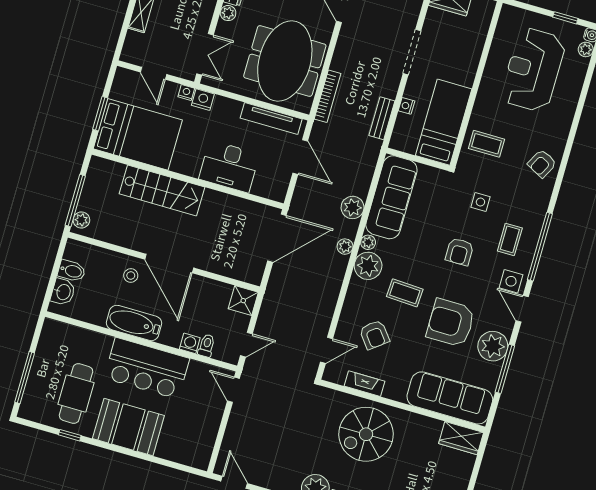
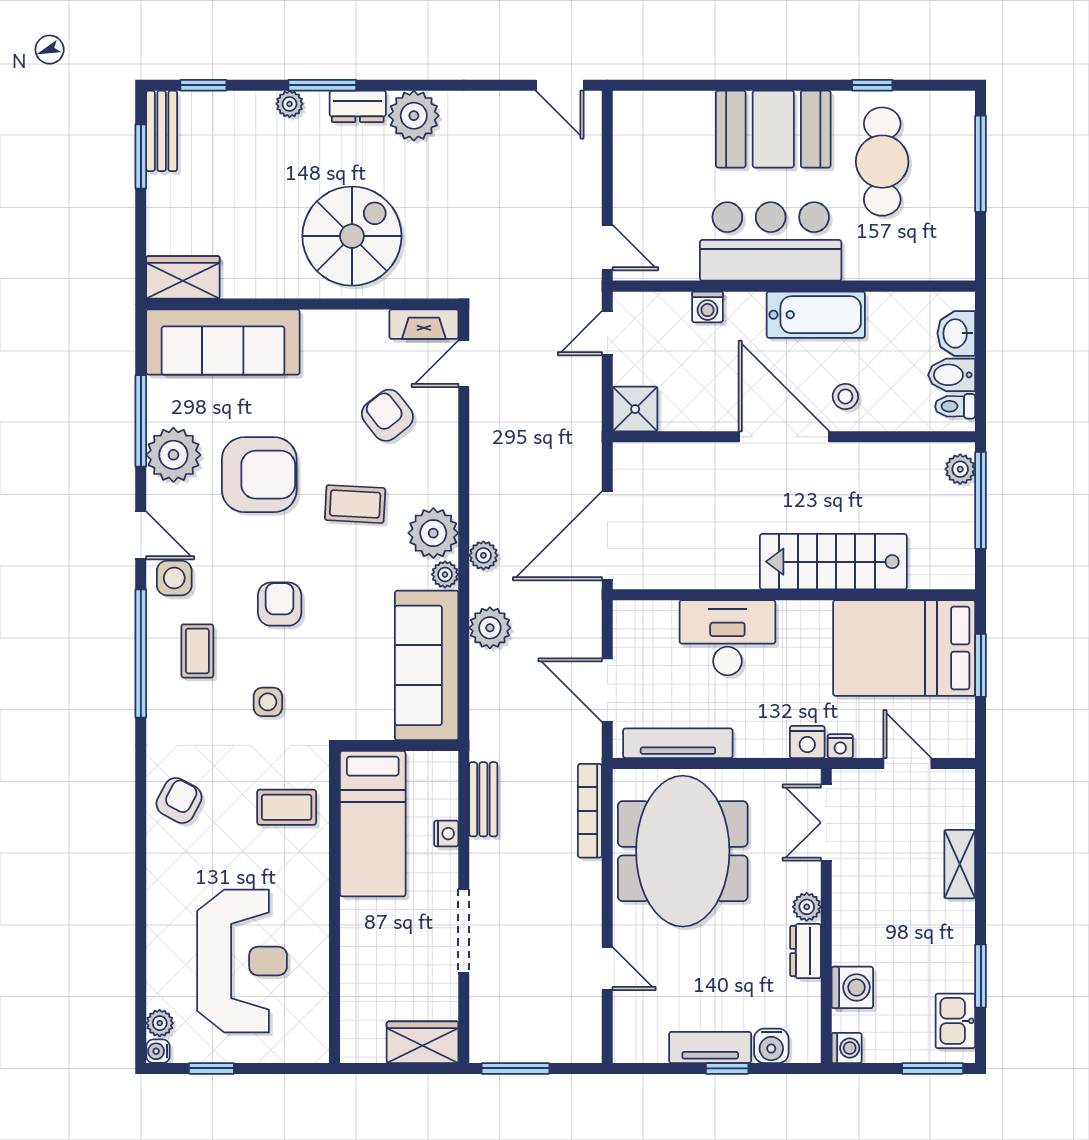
toilet: (207, 346) -> (955, 406), moved, turned 90
fireplace: (365, 384) -> (424, 324), moved

